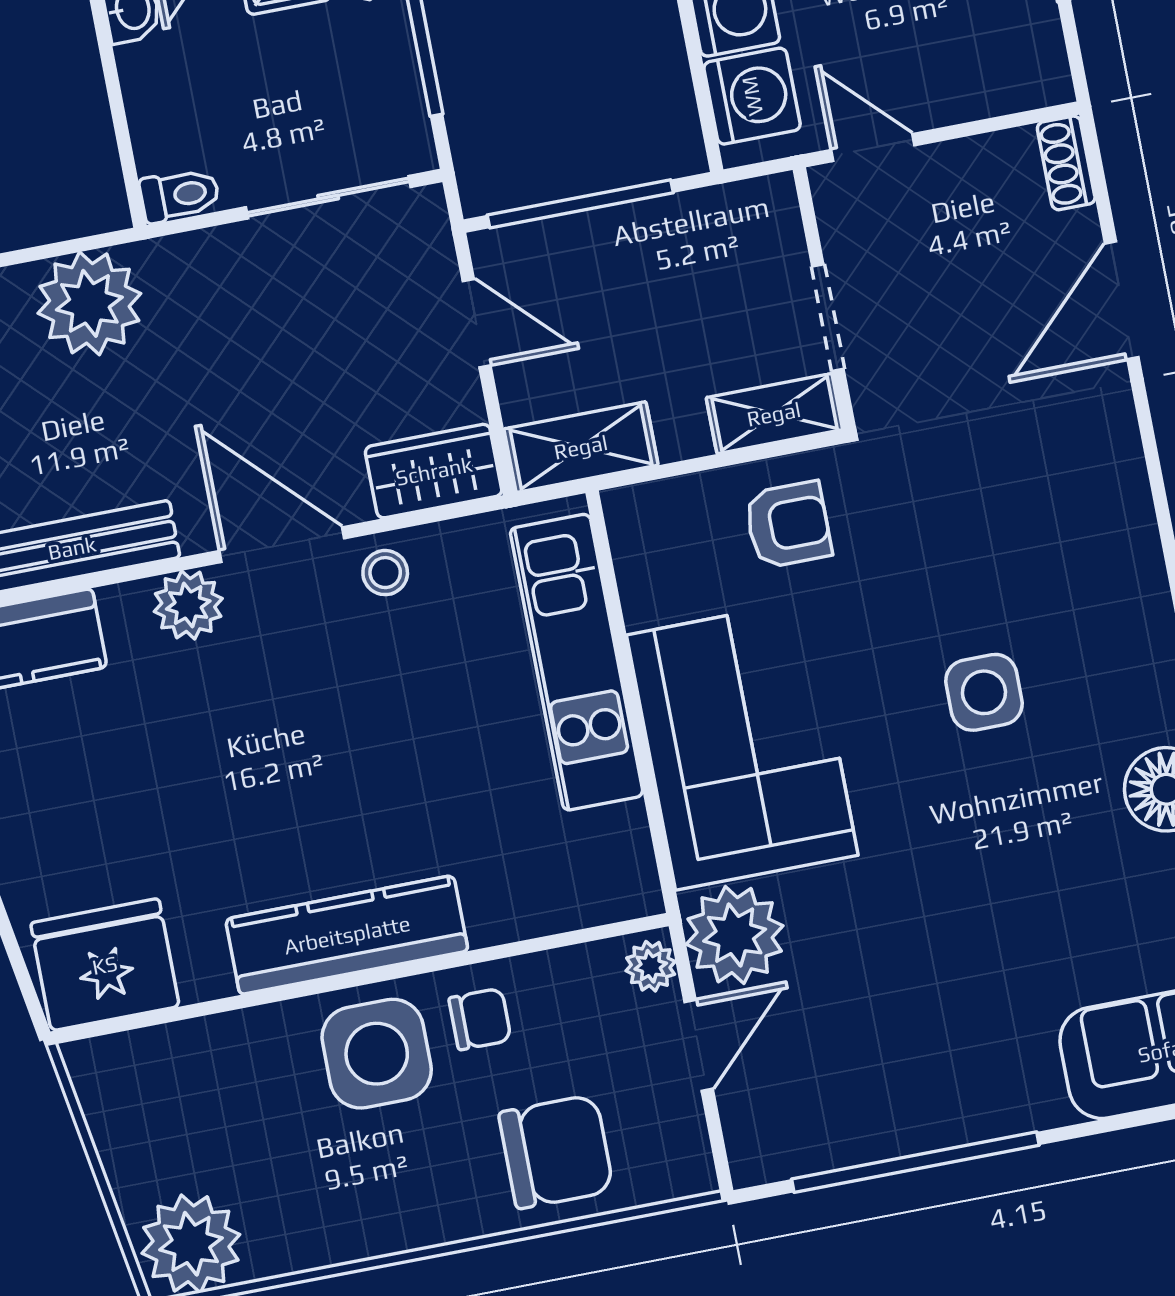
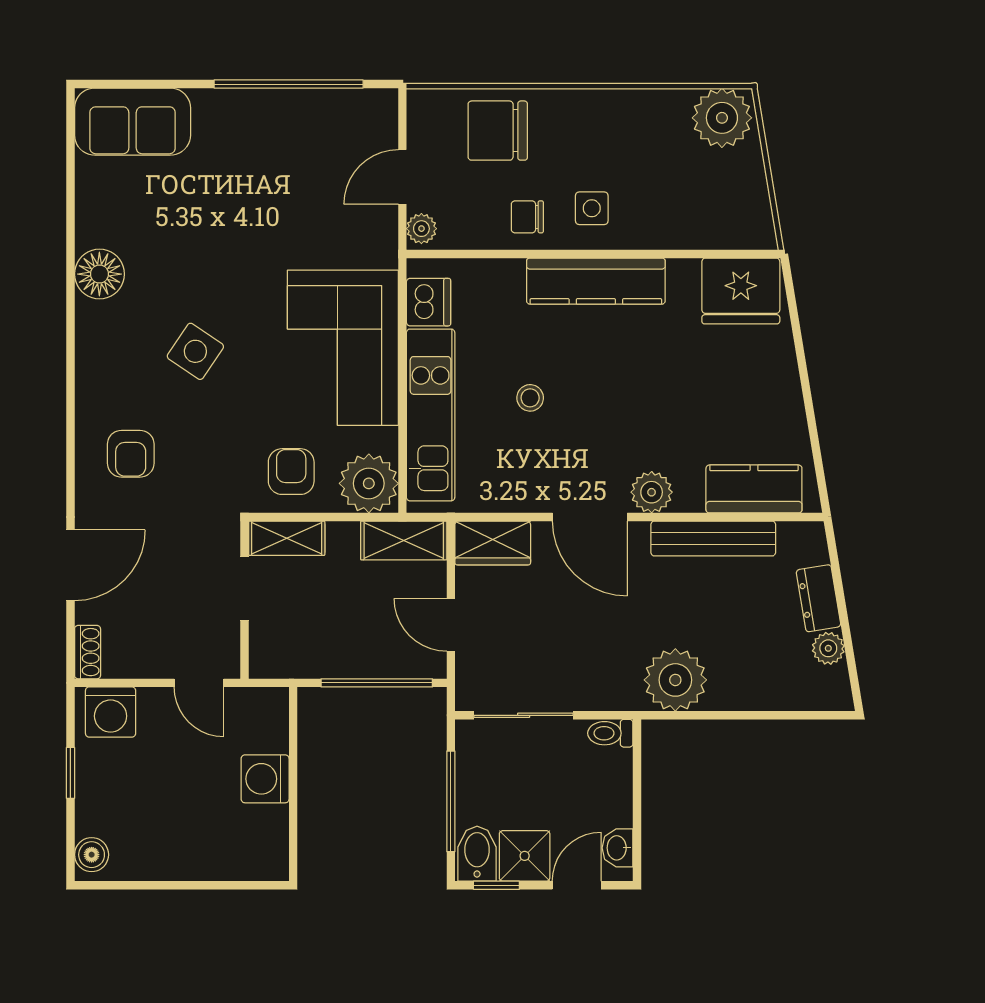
washing machine: (752, 96) -> (111, 712), moved, turned -90
armchair: (1058, 503) -> (131, 454), added
armchair: (788, 525) -> (291, 472), turned 90
stool: (385, 573) -> (530, 398), moved
side table: (984, 692) -> (195, 351), turned 34
dishwasher: (616, 847) -> (429, 302), added
plant: (735, 935) -> (369, 483), moved
side table: (377, 1054) -> (592, 208), width x0.54, depth x0.54

